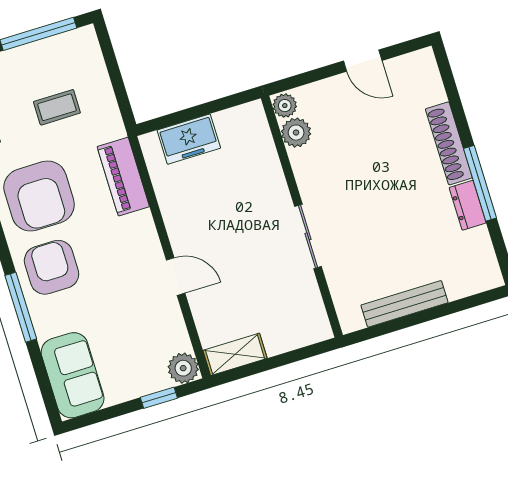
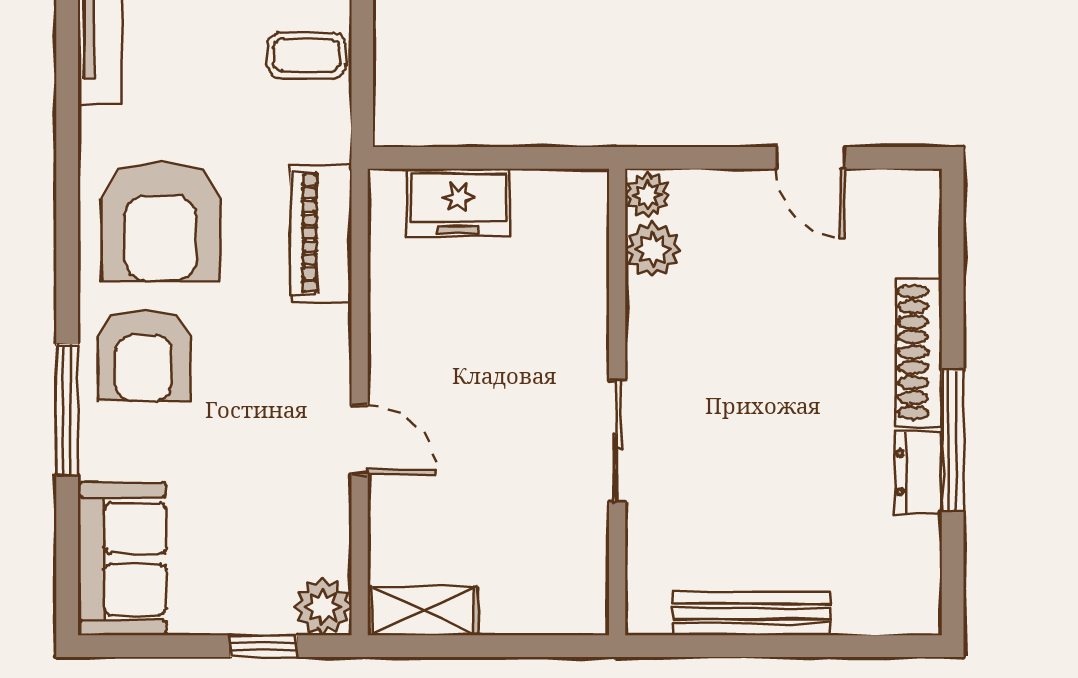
coffee table: (57, 107) -> (306, 55), moved
armchair: (52, 267) -> (144, 355), turned 180

